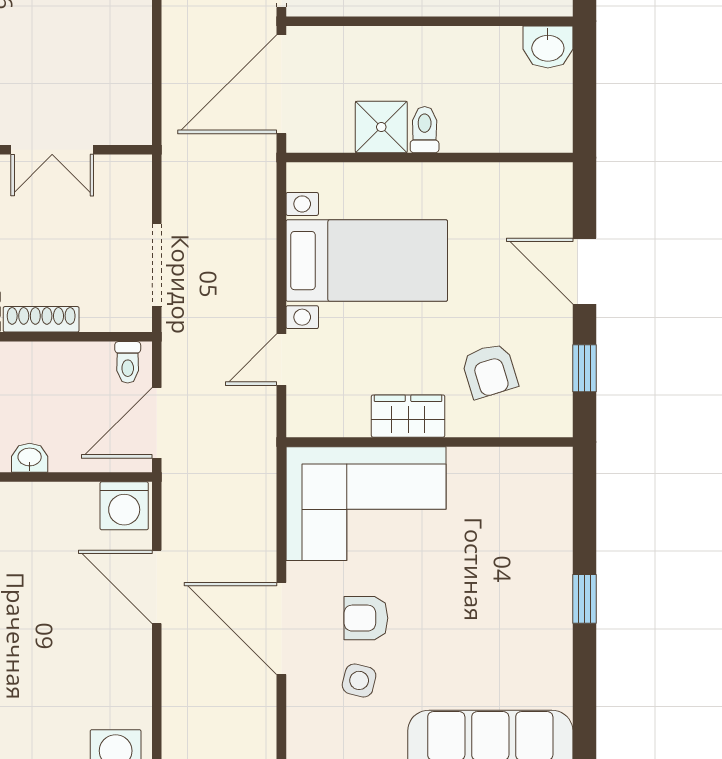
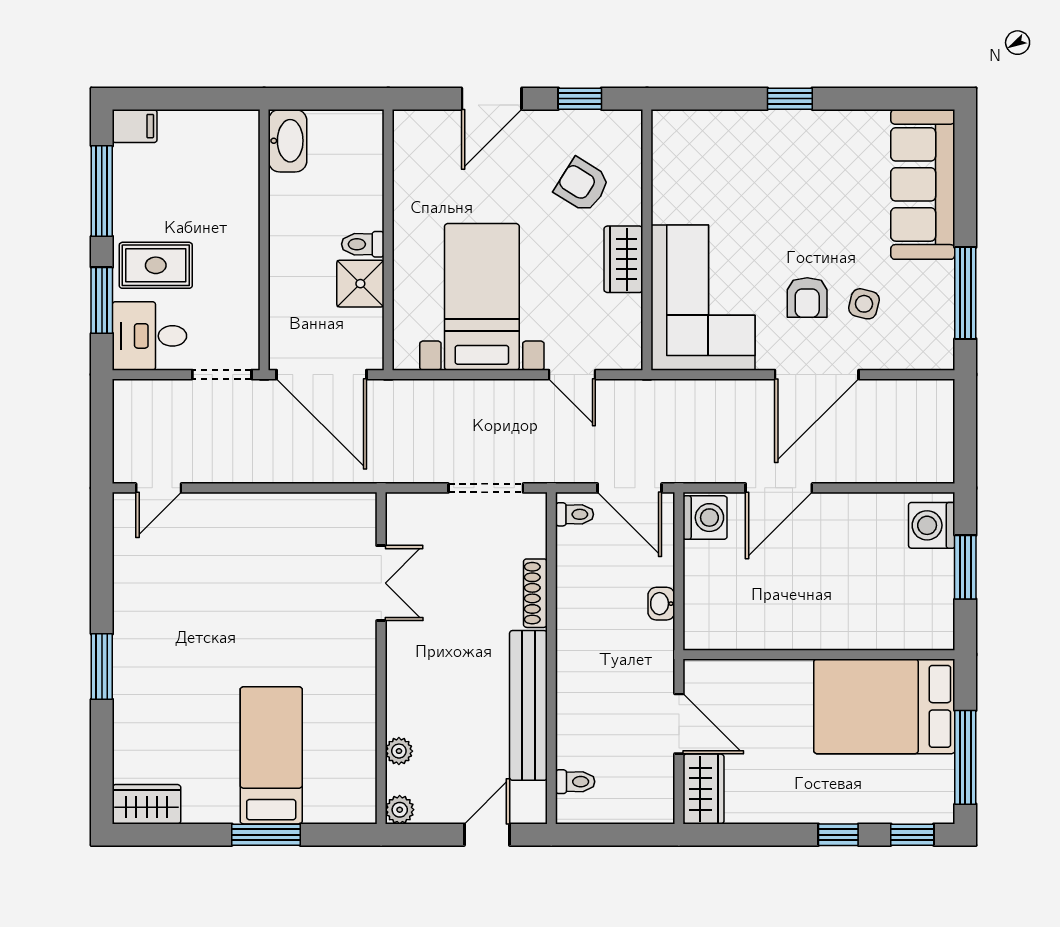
washbasin: (548, 47) -> (288, 141), width x1.38
armchair: (489, 371) -> (582, 185), turned -131

